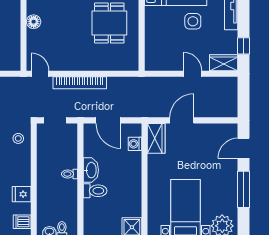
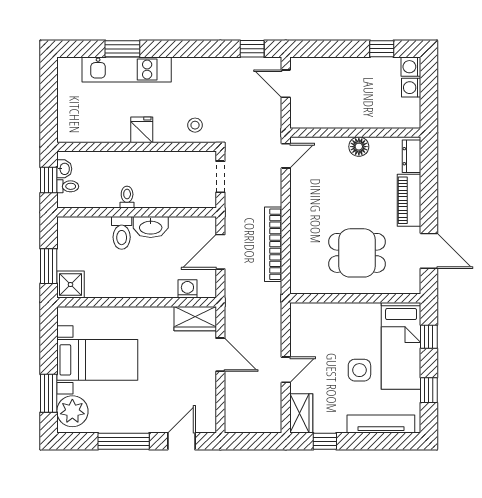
bookcase: (80, 83) -> (273, 244), moved
door: (244, 148) -> (181, 441), hinge flipped
toilet: (70, 174) -> (127, 197), moved
fridge: (22, 194) -> (142, 130), moved
dishwasher: (22, 222) -> (78, 131), removed

